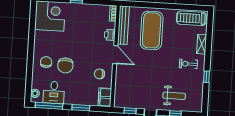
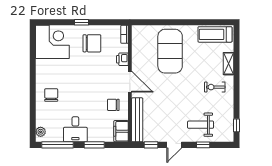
bench: (123, 25) -> (137, 120), moved
chair: (65, 65) -> (92, 43), moved, turned -90
window: (207, 77) -> (236, 125), moved
desk: (54, 92) -> (75, 129), moved
weight bench: (174, 96) -> (201, 125), turned 180

